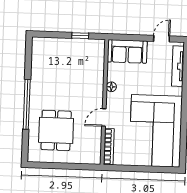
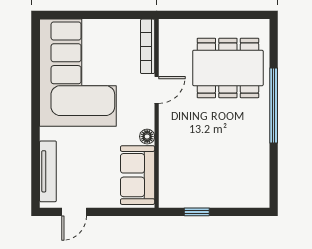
sofa: (127, 51) -> (138, 175), moved, turned -90
dining table: (56, 130) -> (228, 68), width x1.38

